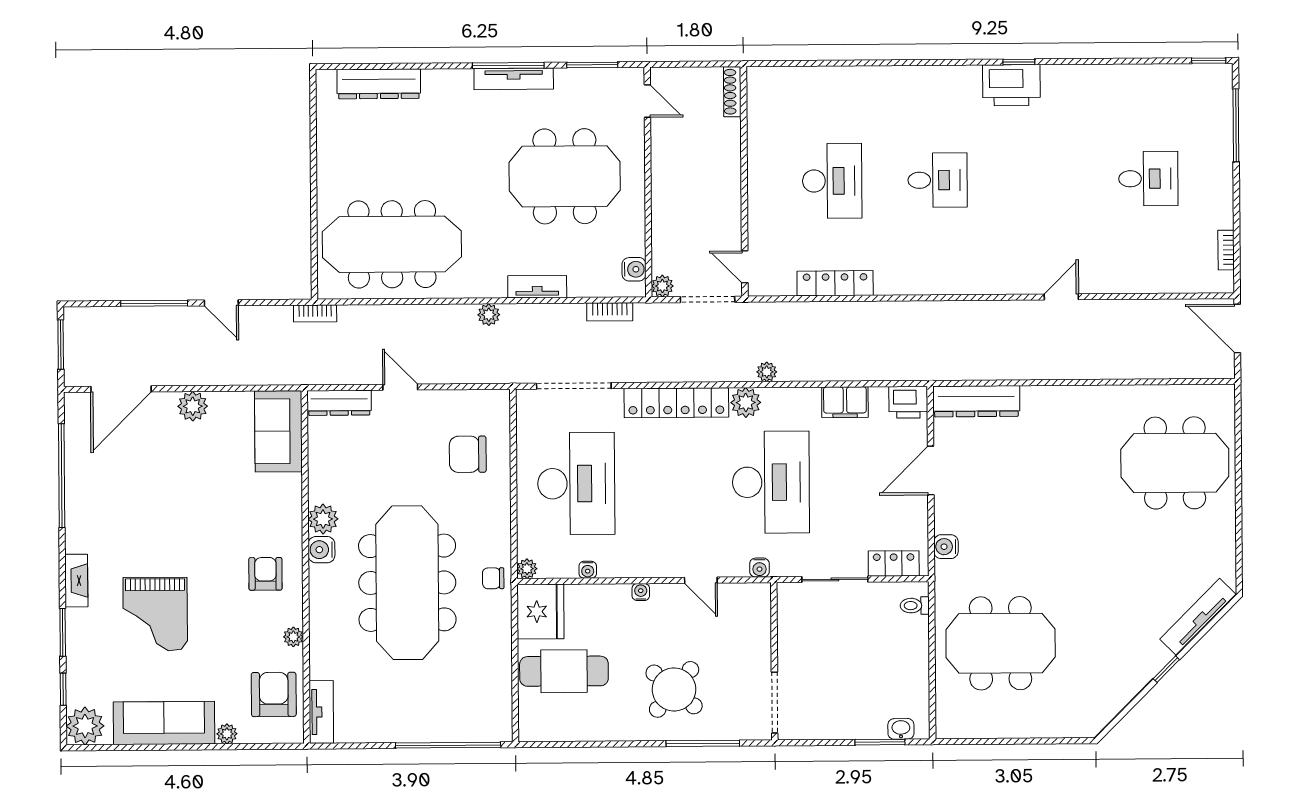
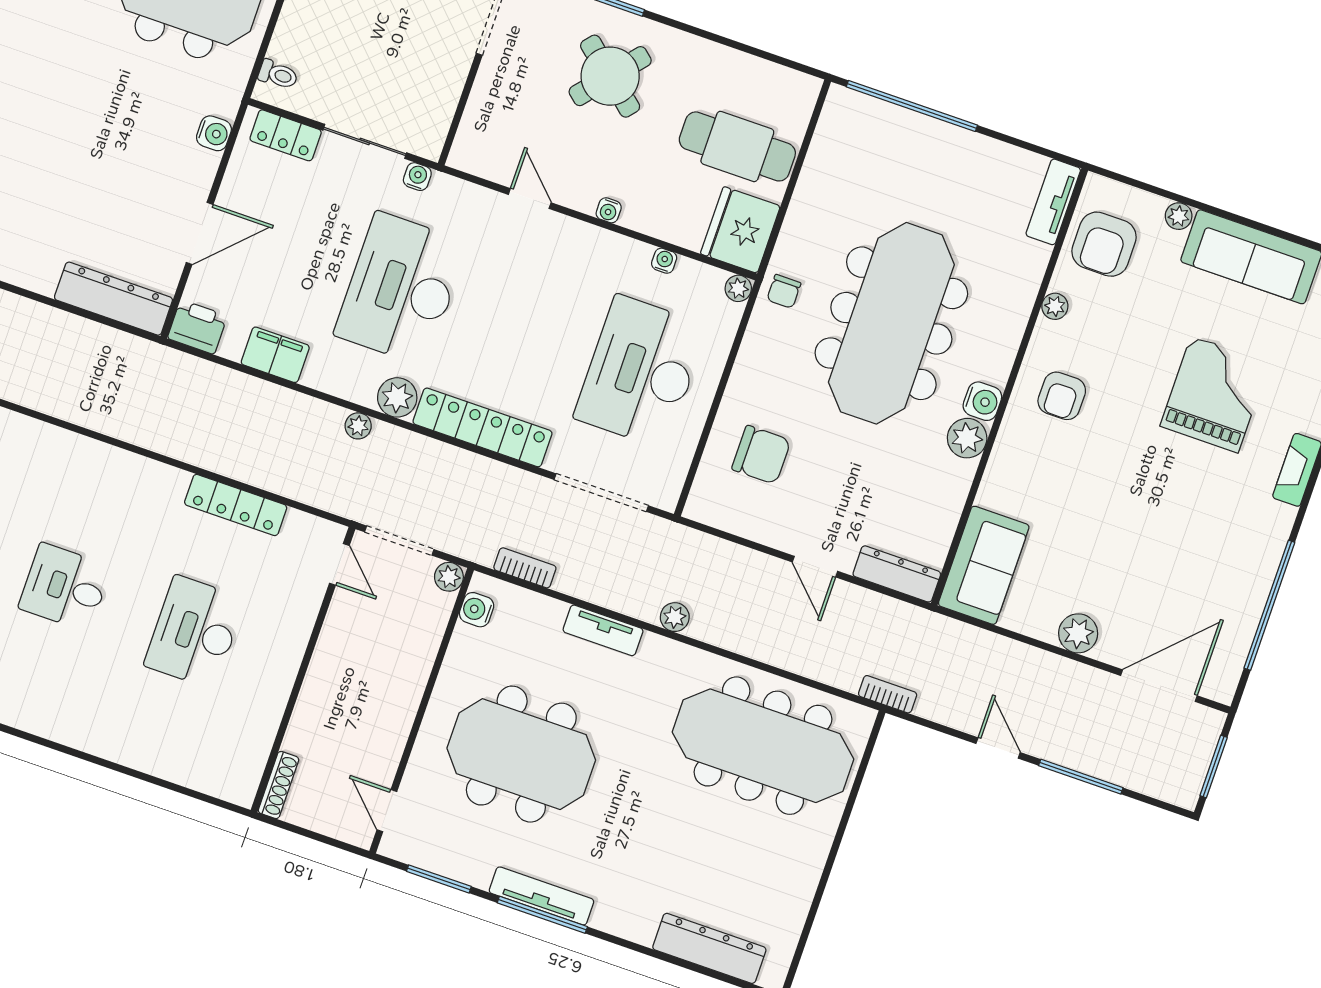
water cooler: (759, 568) -> (417, 177), moved
chair: (493, 578) -> (784, 291), turned 90

